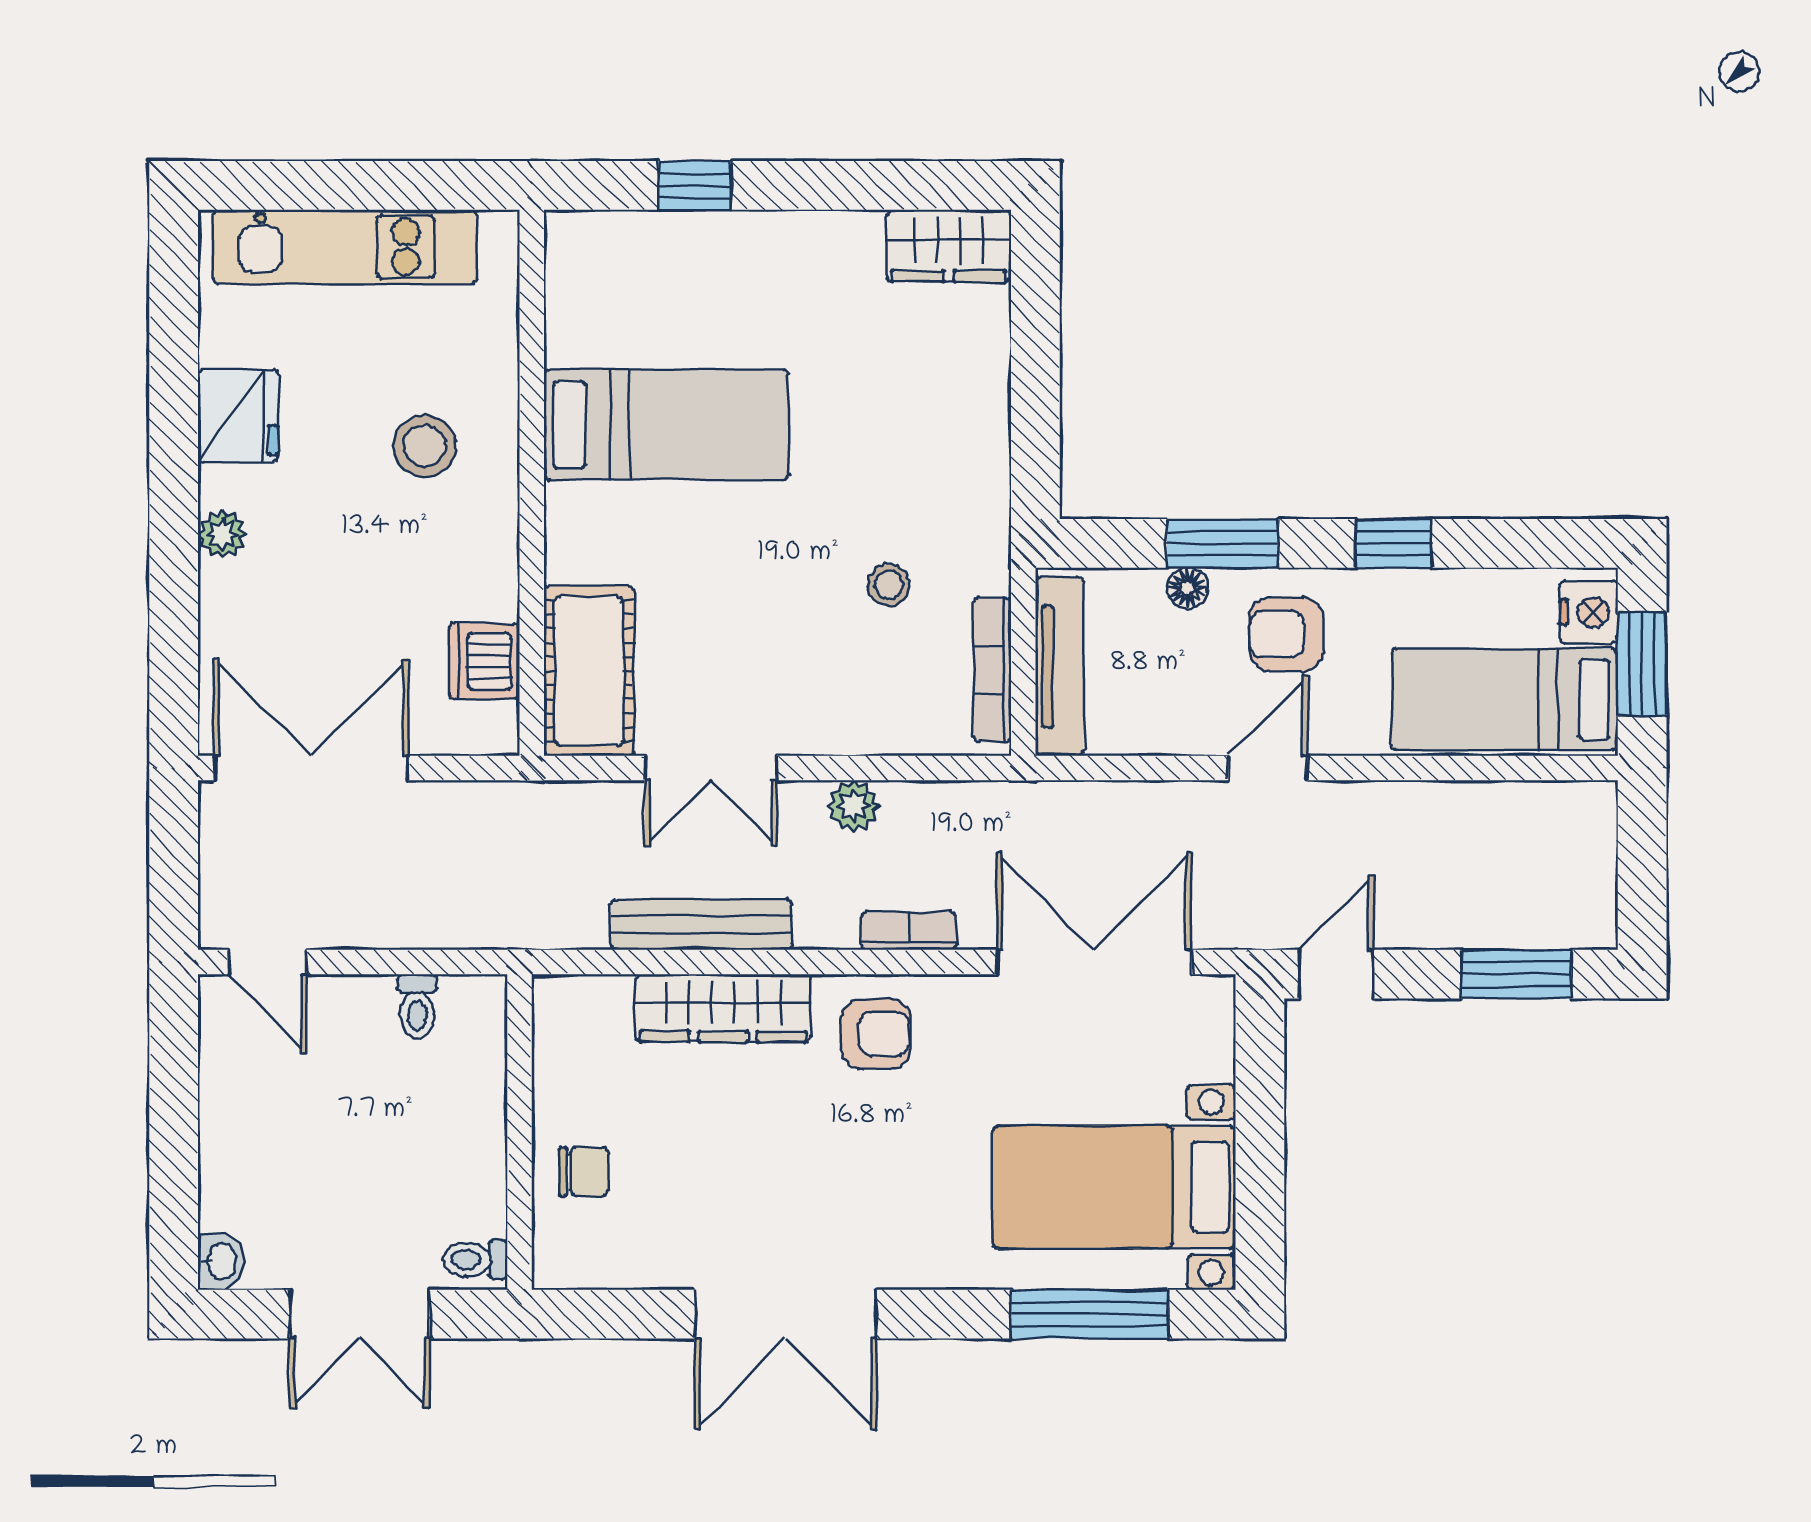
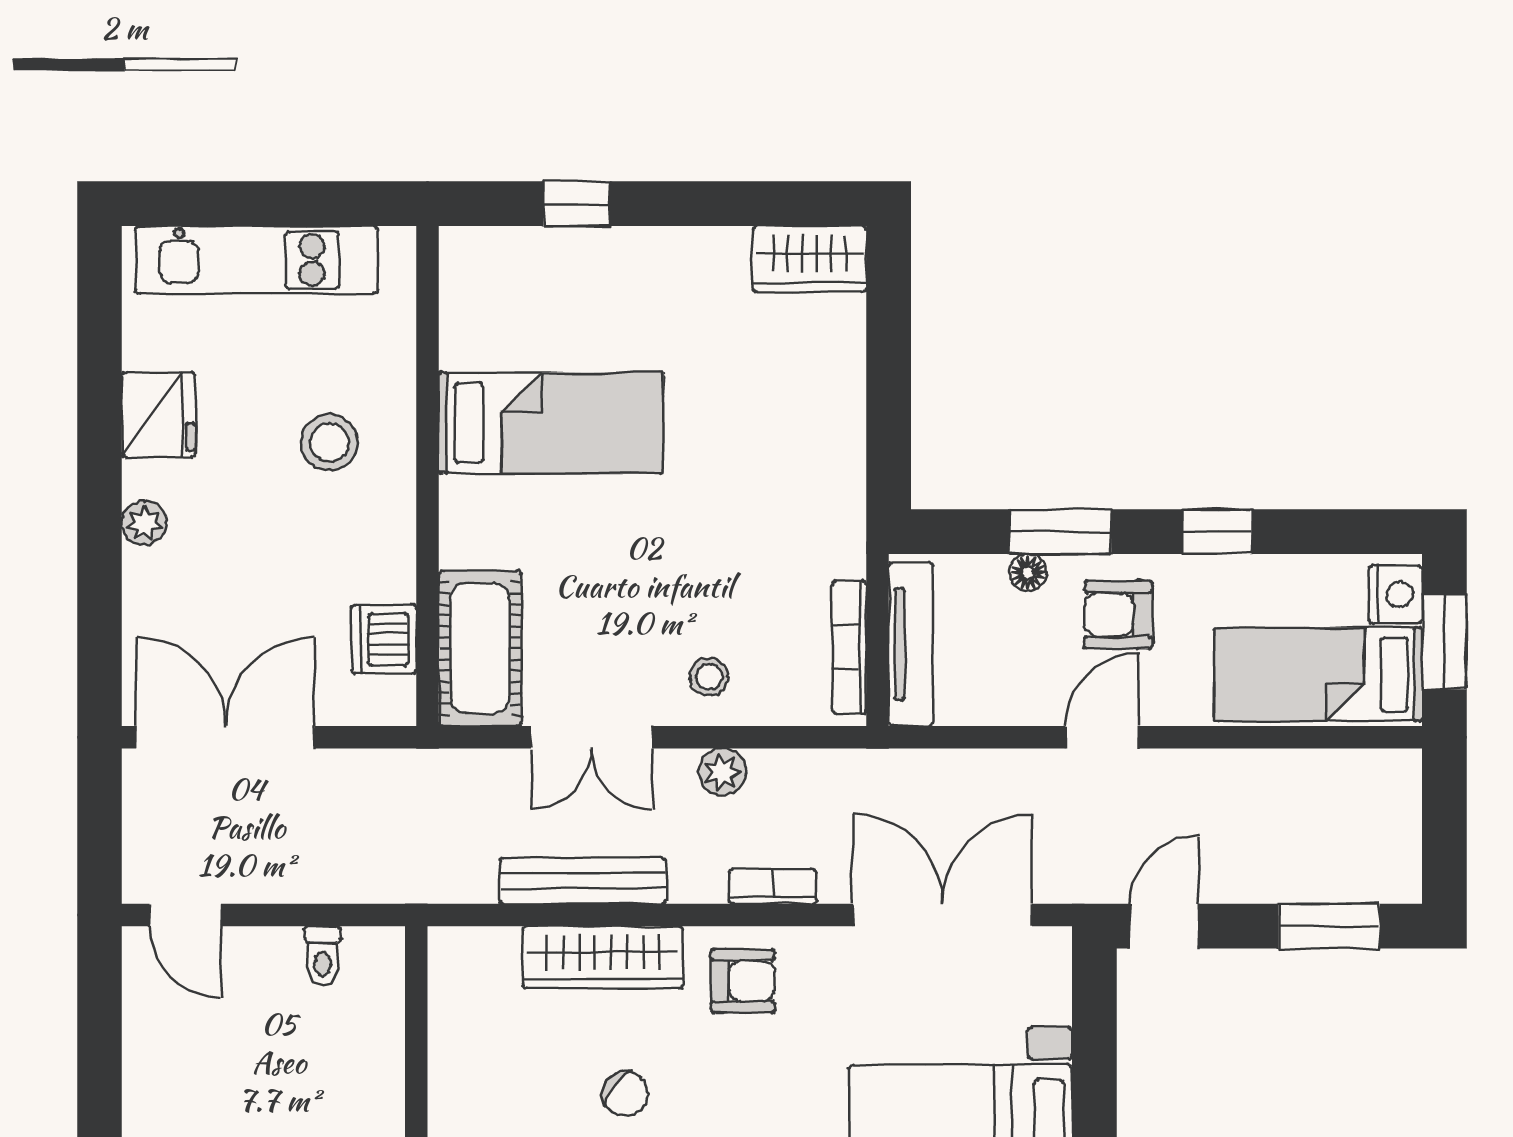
stool: (889, 585) -> (709, 677), moved
chair: (584, 1172) -> (625, 1094), moved, turned 37

